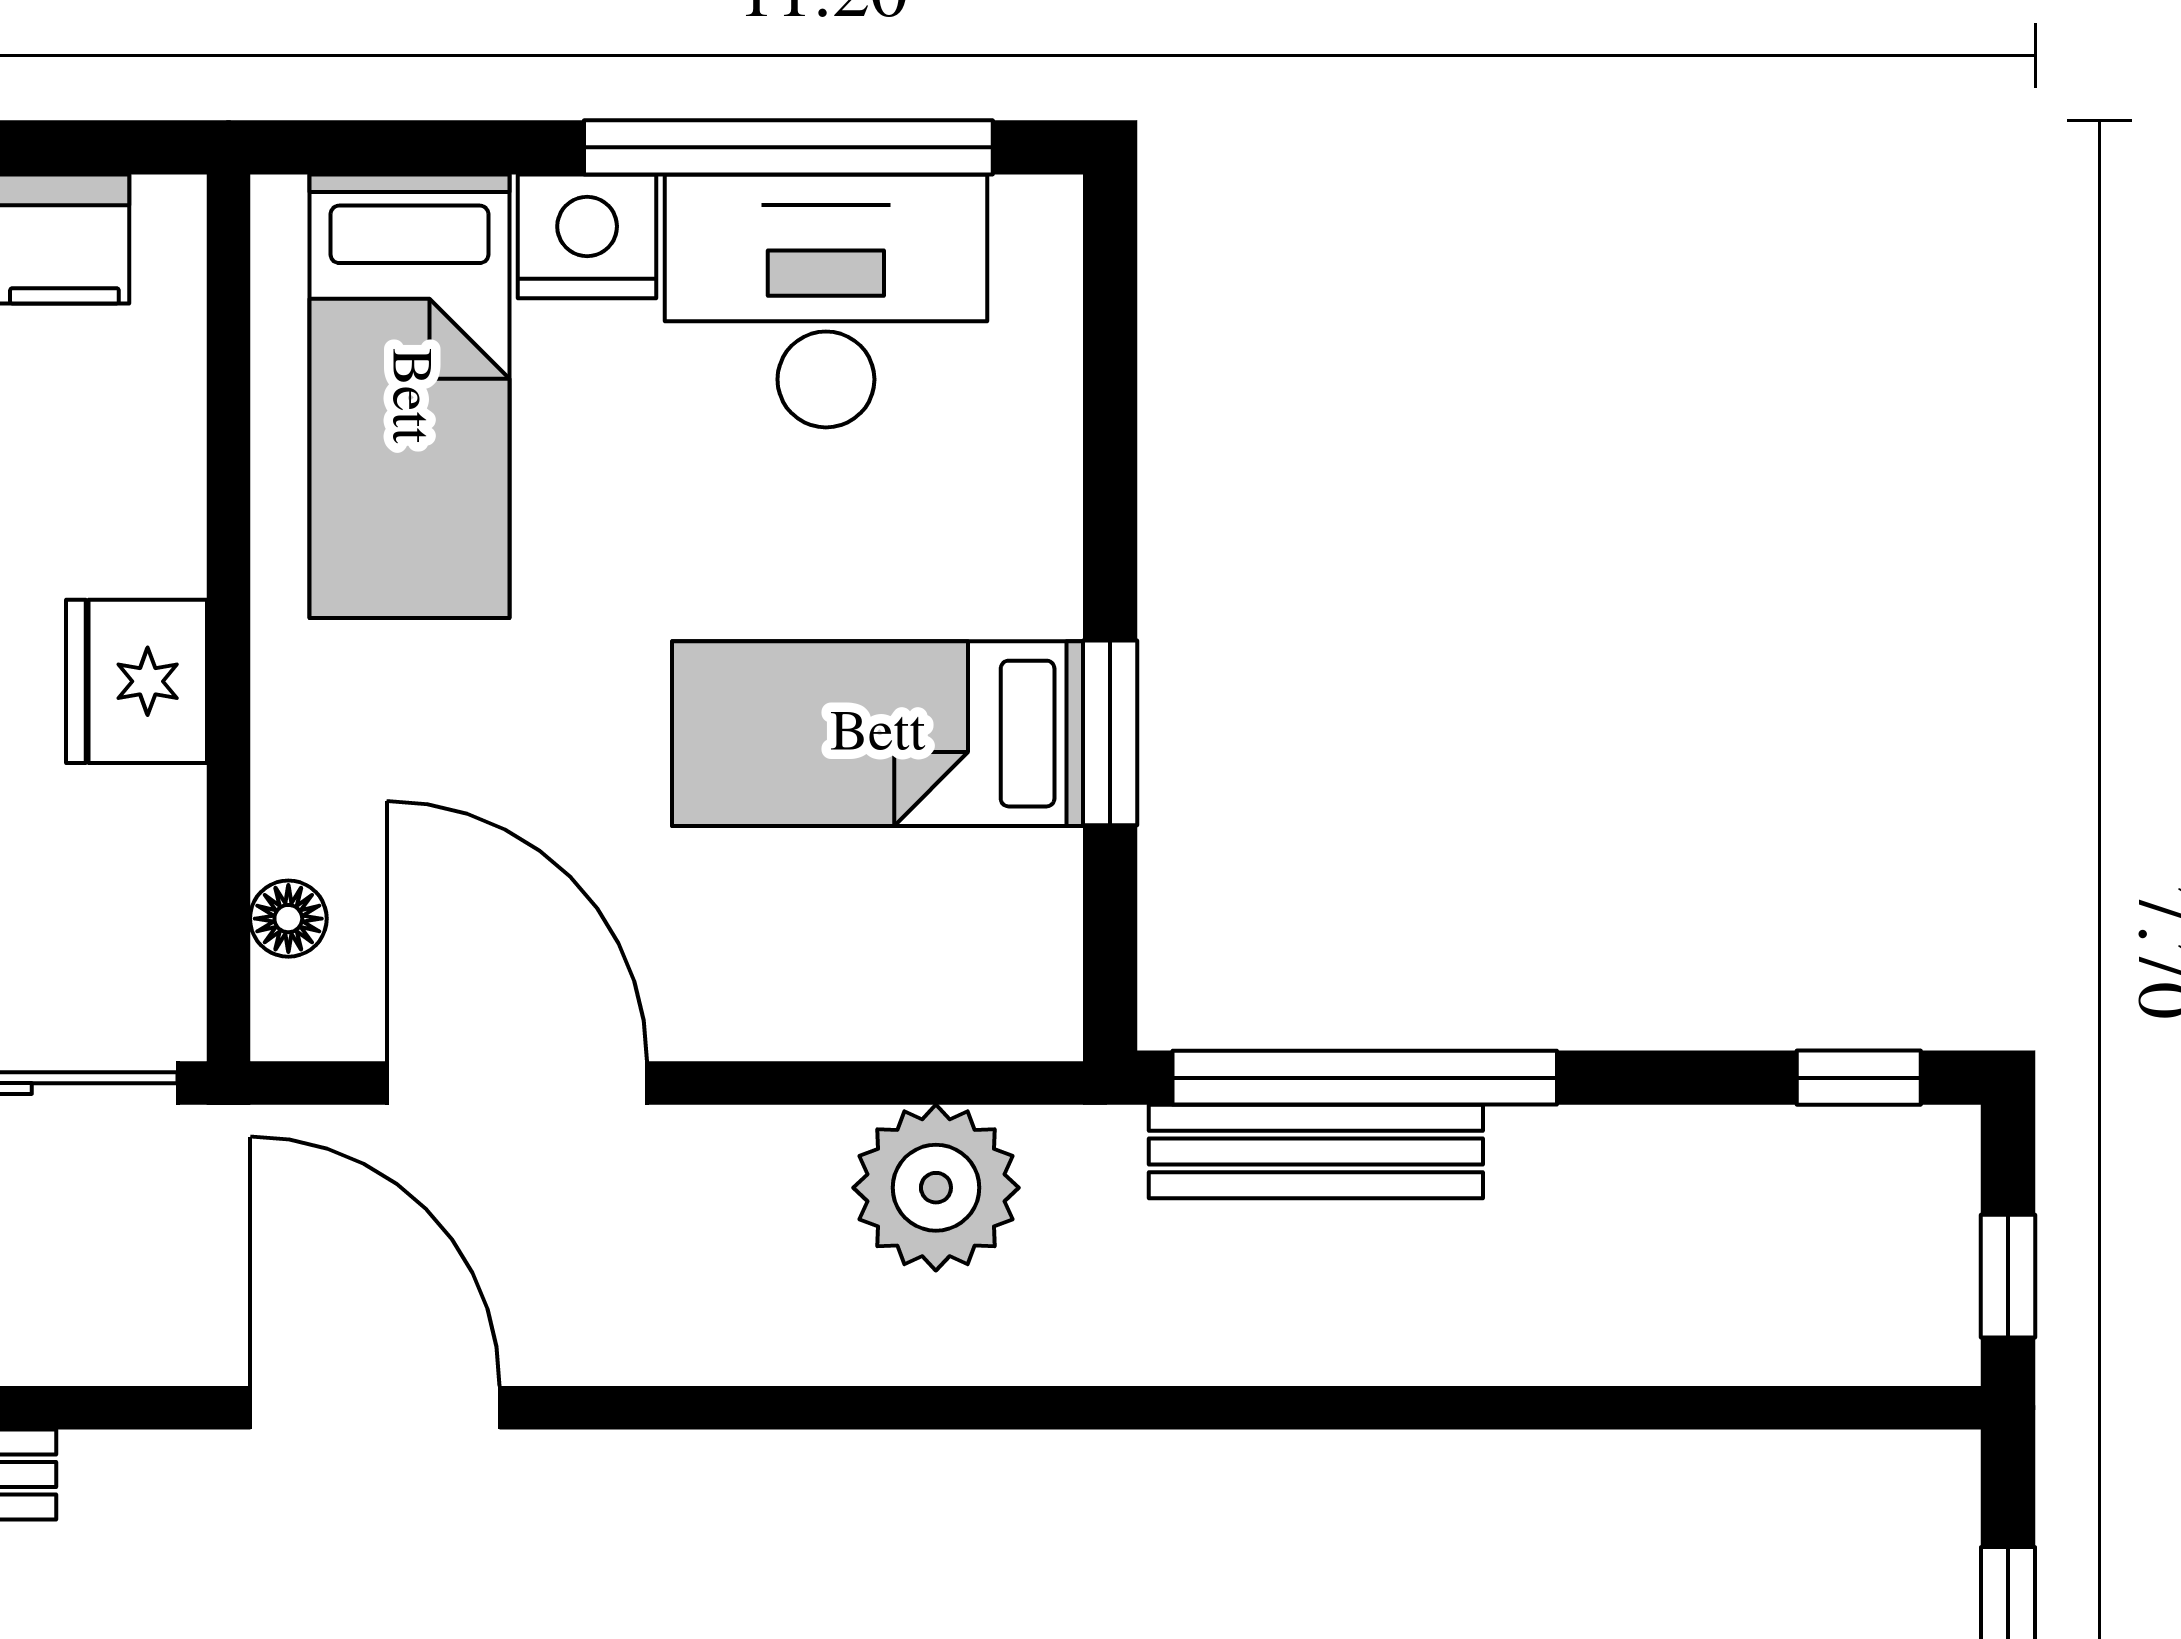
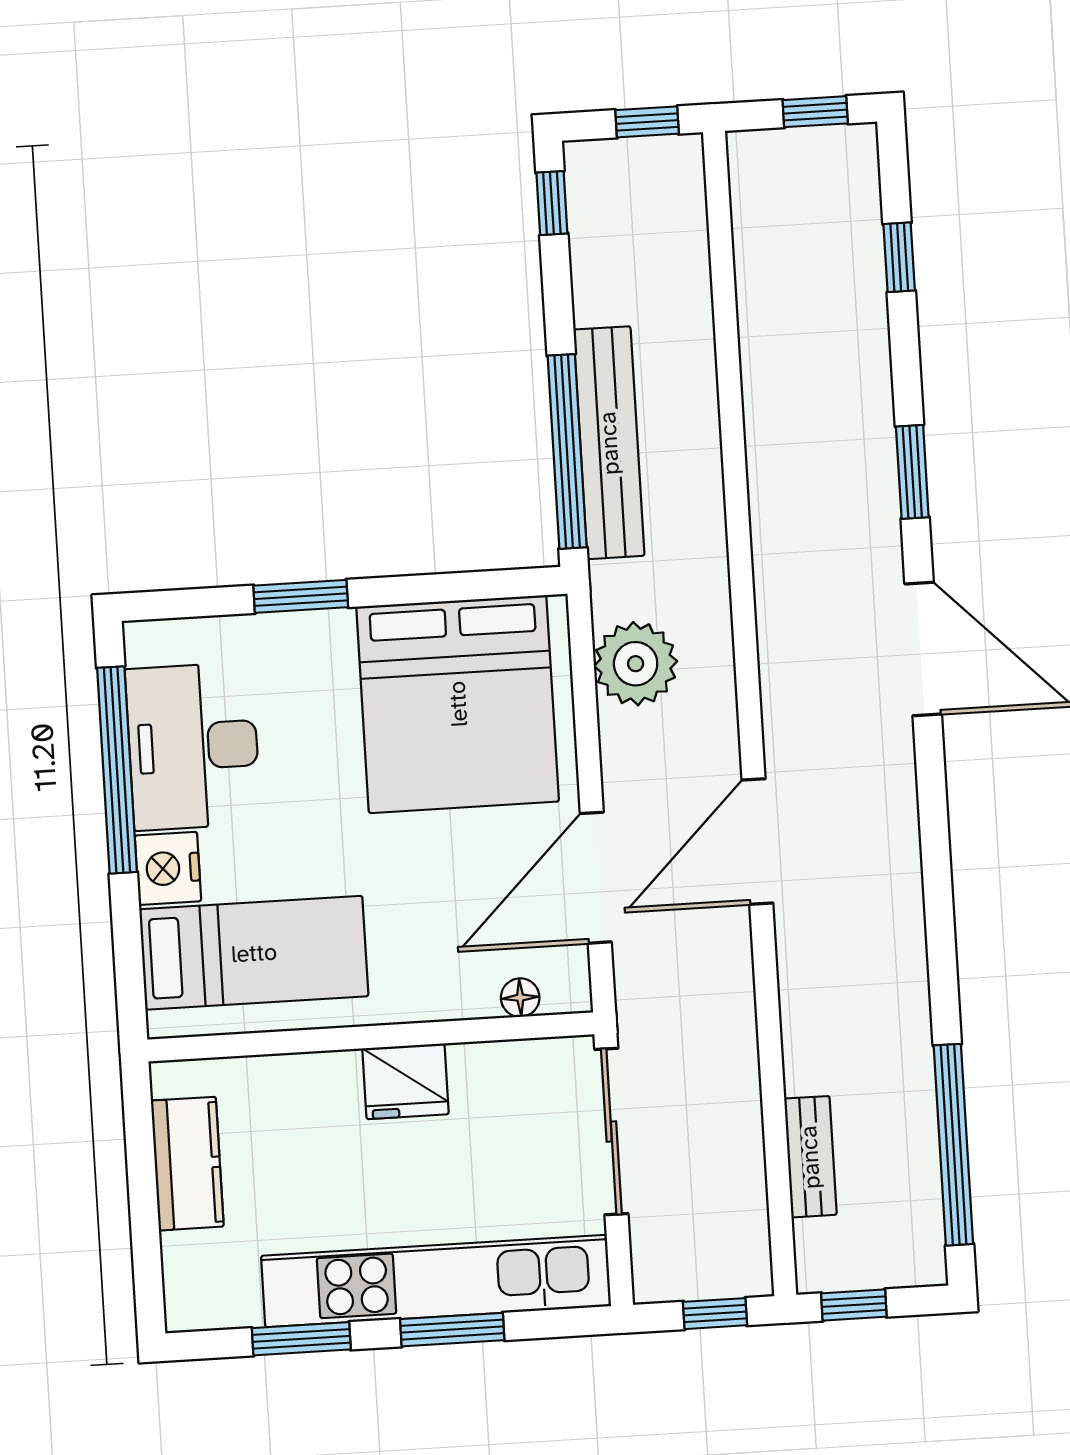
window: (1110, 733) -> (301, 596), moved
bed: (878, 734) -> (458, 704), width x2.04
bench: (1316, 1152) -> (609, 443), width x1.37, depth x1.21
door: (375, 1408) -> (757, 842), moved

